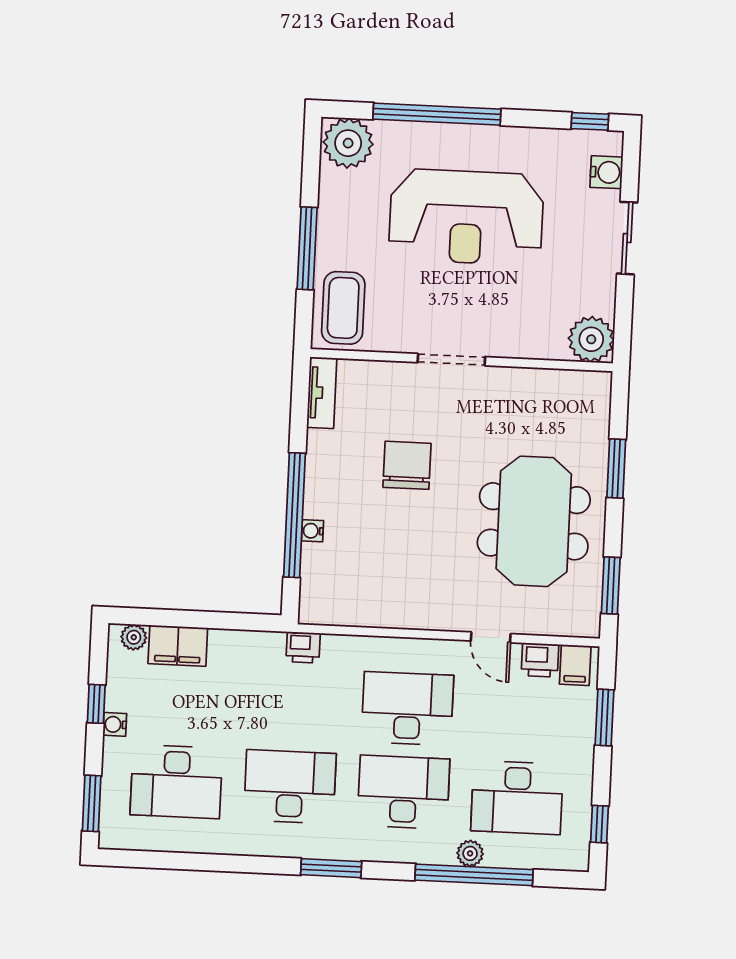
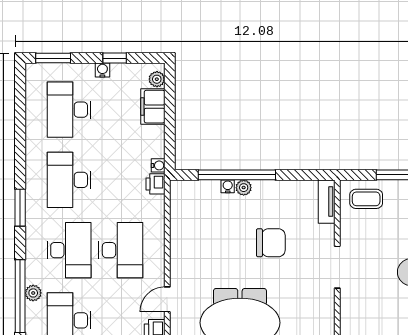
coffee table: (343, 308) -> (366, 199), width x0.73, depth x0.77
tv unit: (322, 393) -> (327, 202), moved, turned 90
plant: (316, 505) -> (244, 188), added
water cooler: (273, 642) -> (158, 165), added
desk: (290, 787) -> (69, 180), turned 180

